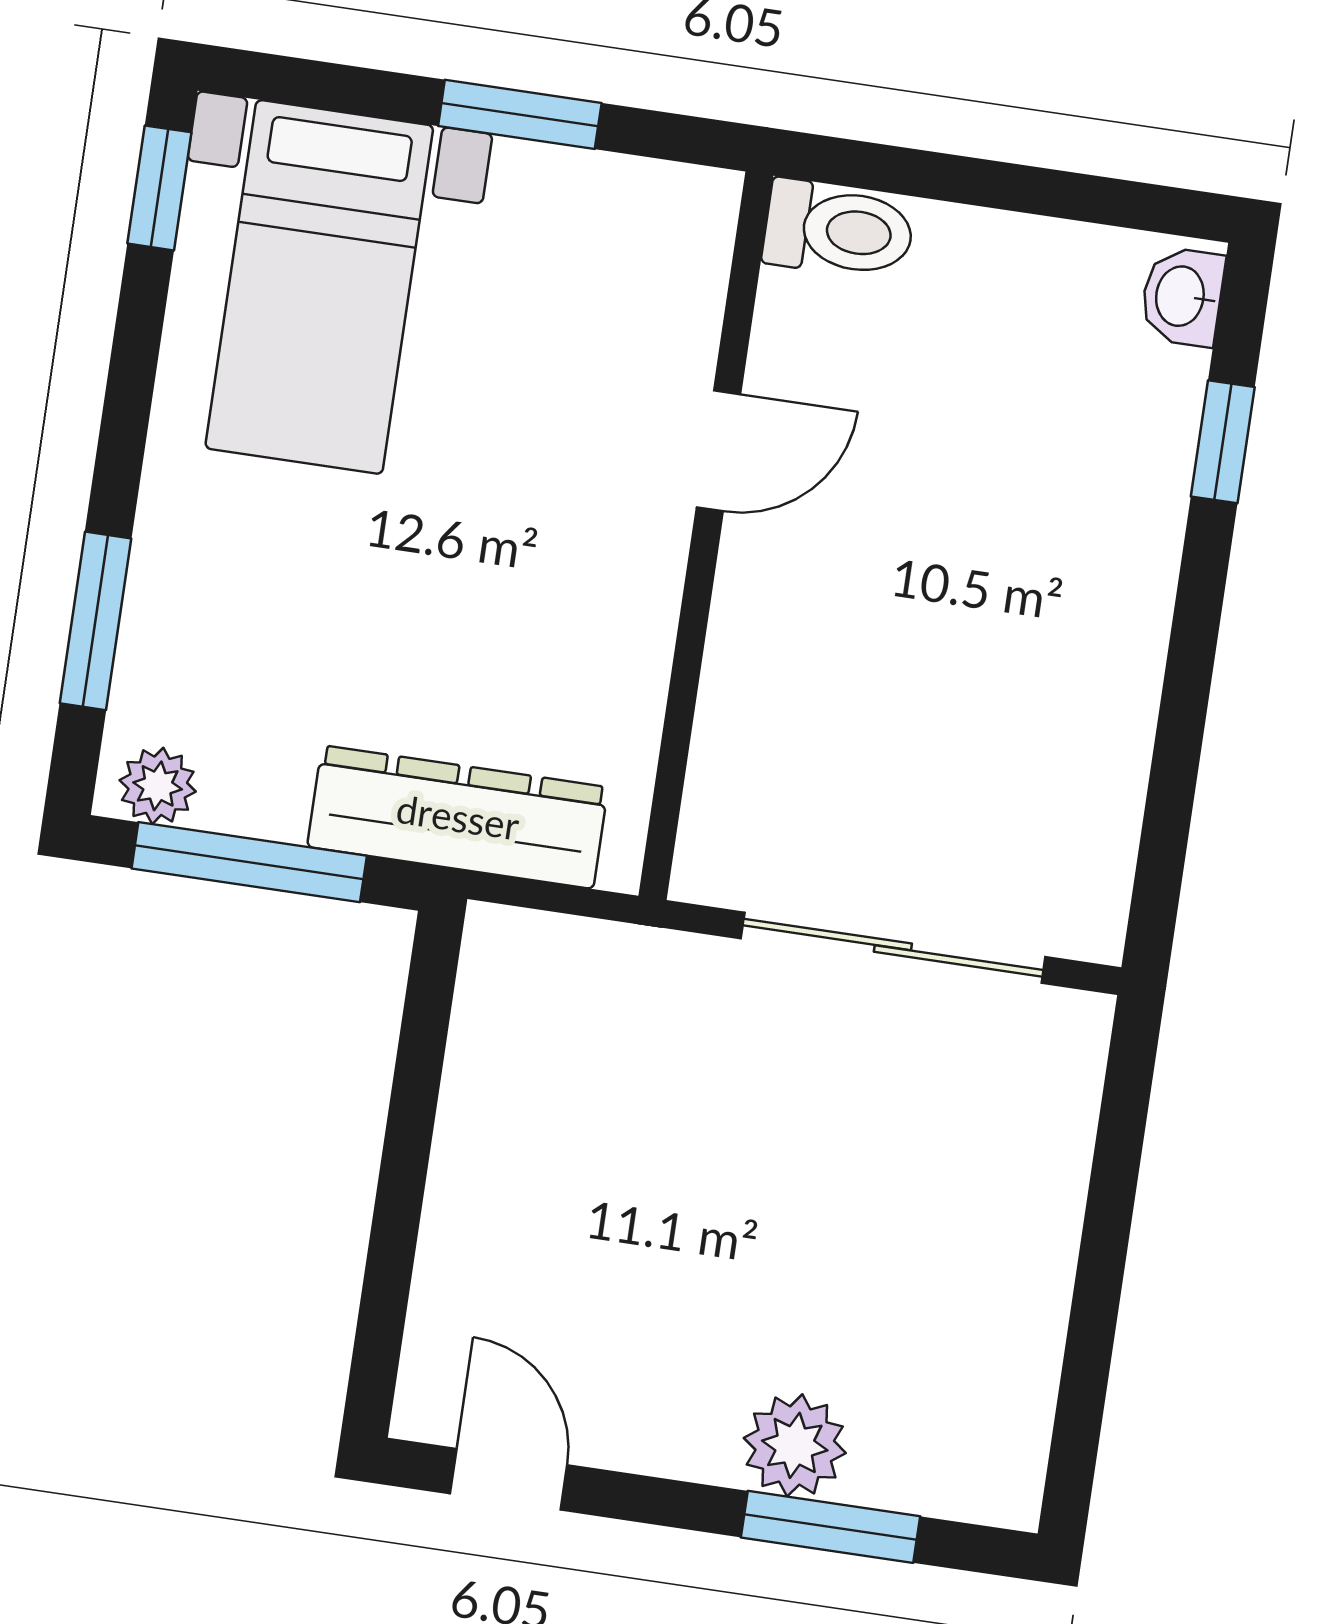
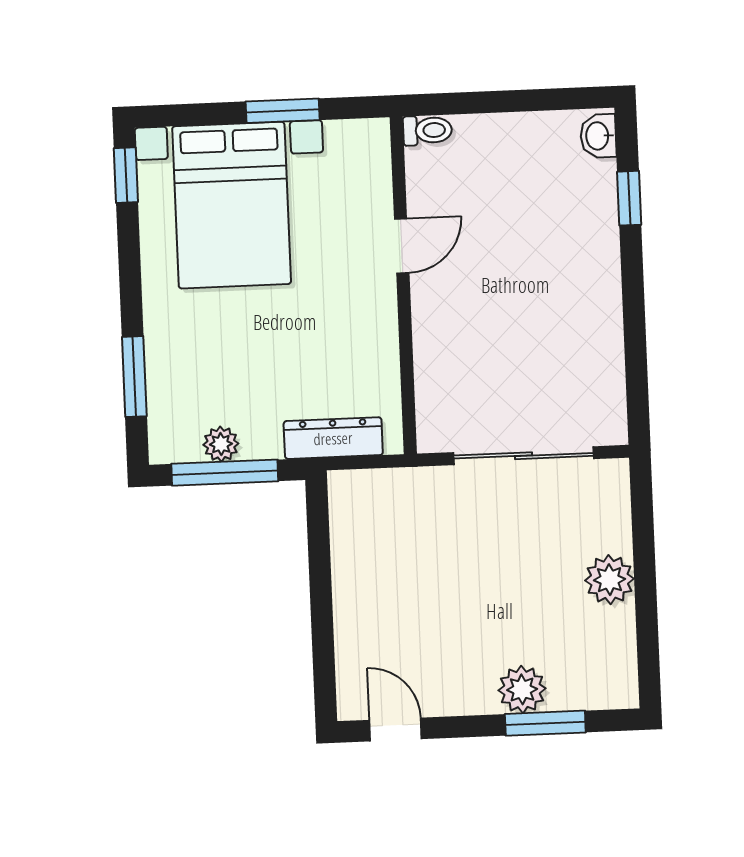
toilet: (839, 230) -> (427, 130), width x0.73, depth x0.72
bed with nightstands: (319, 287) -> (232, 205), width x1.36
plant: (158, 786) -> (221, 444), moved
dresser: (458, 817) -> (333, 438), width x0.73, depth x0.80
plant: (1026, 1247) -> (609, 580), added

